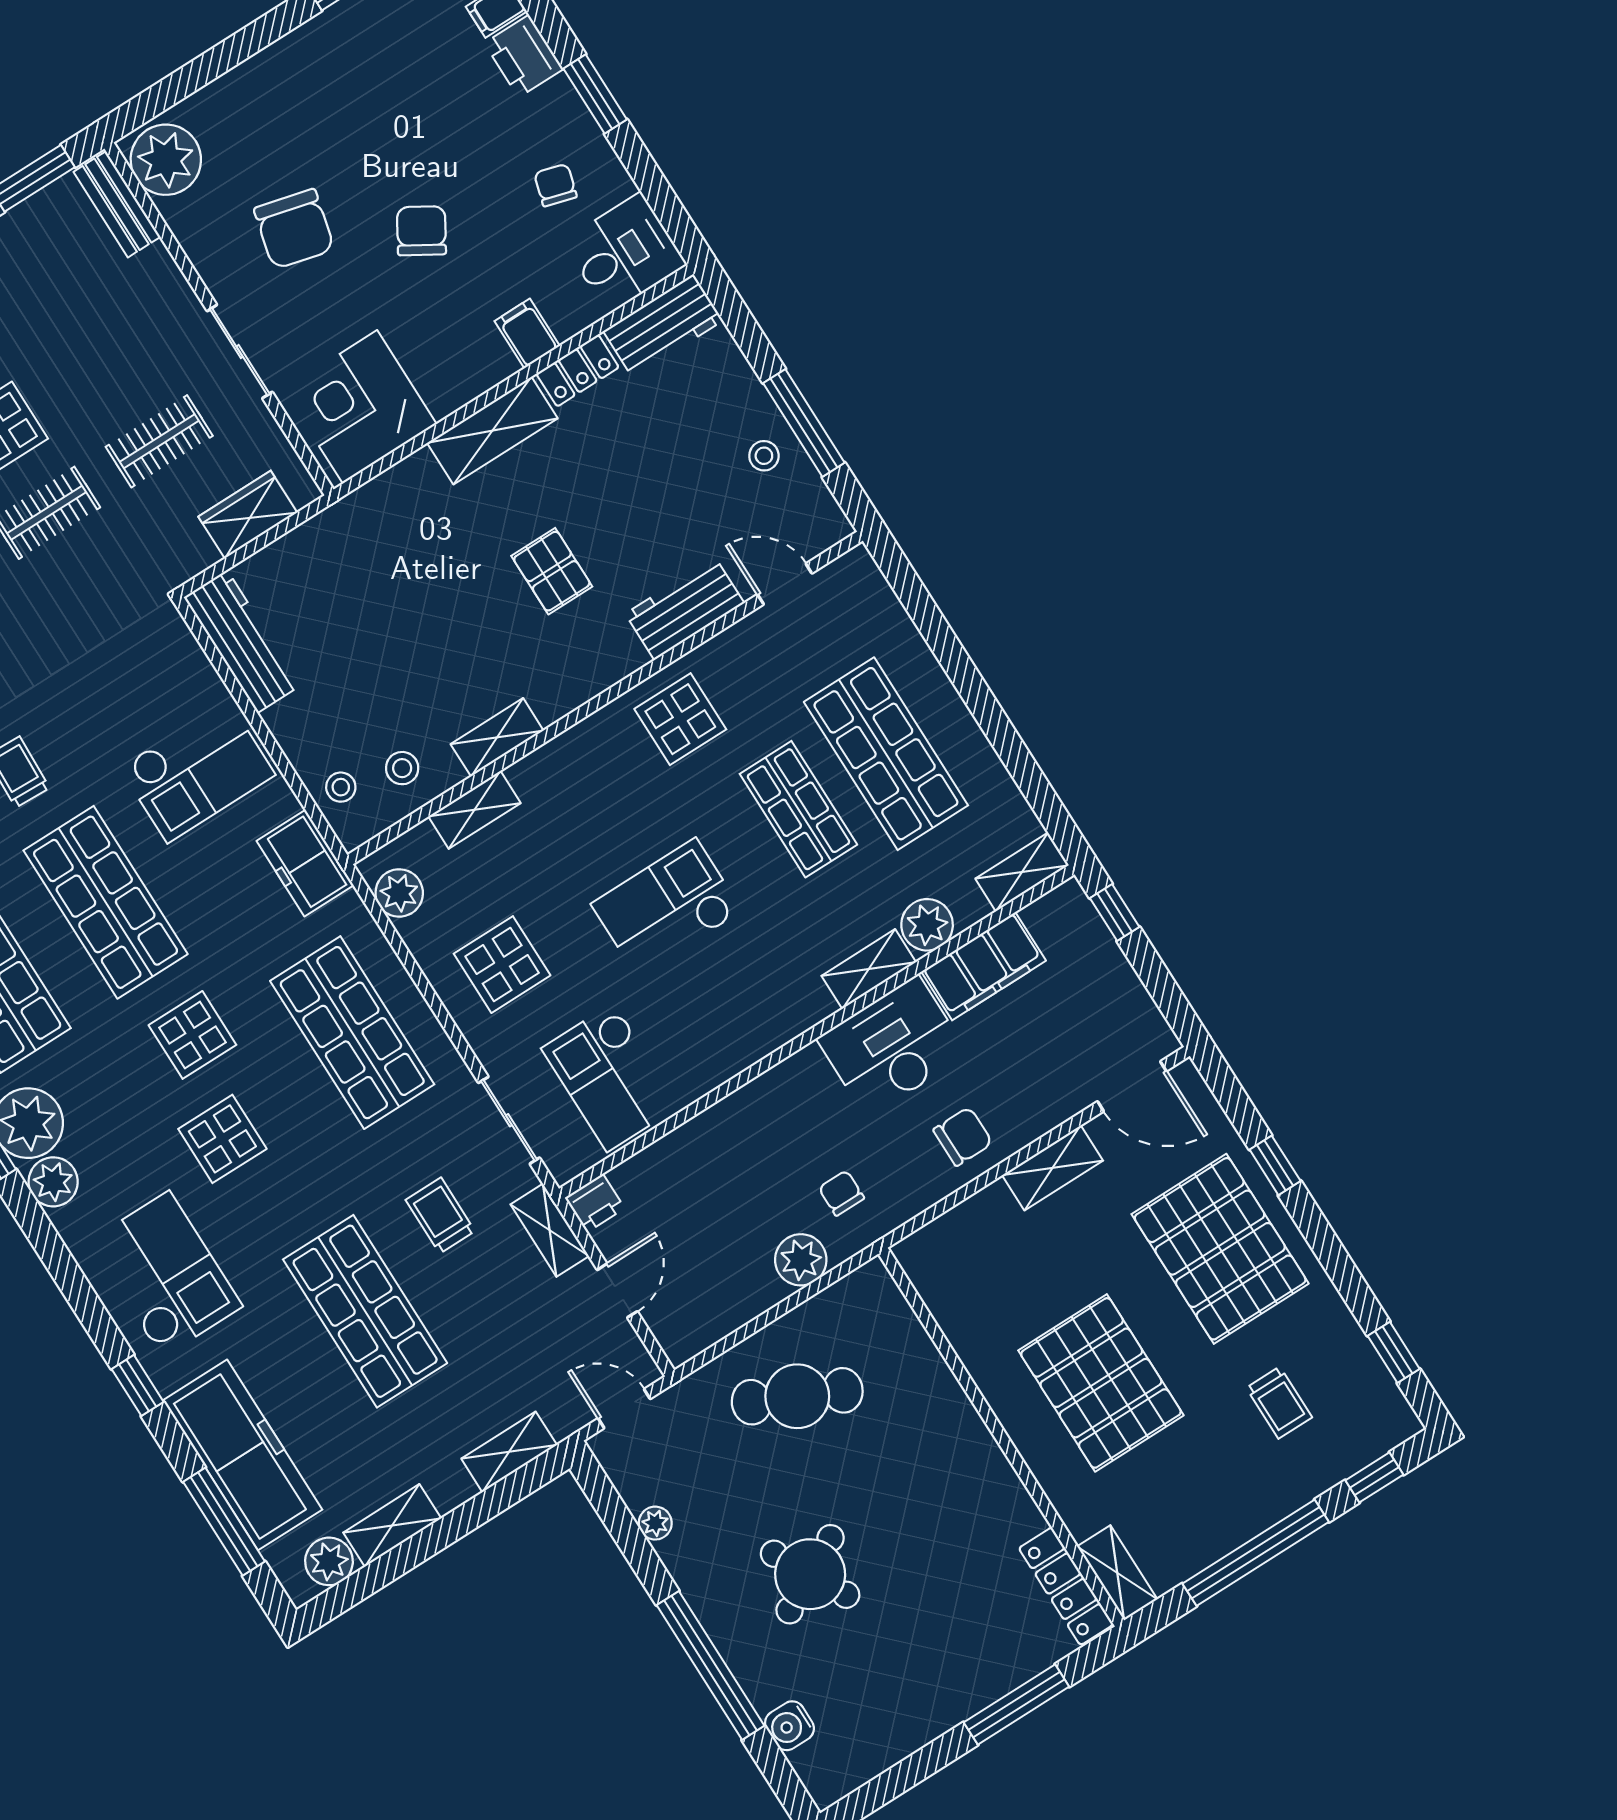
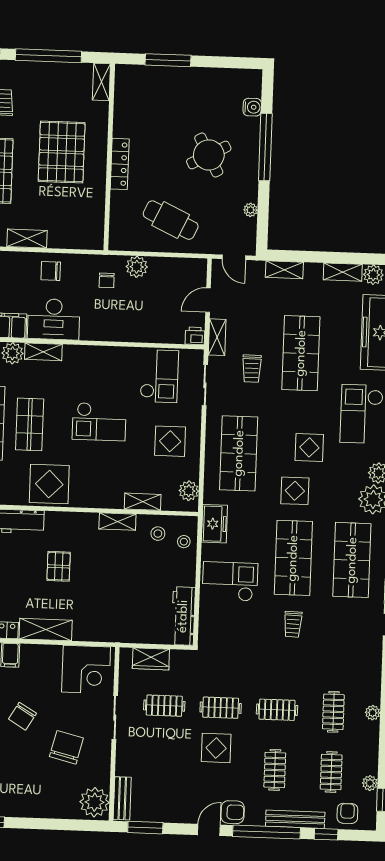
display table: (680, 719) -> (49, 484), width x1.36, depth x1.36
locker: (1066, 1586) -> (120, 164), moved

